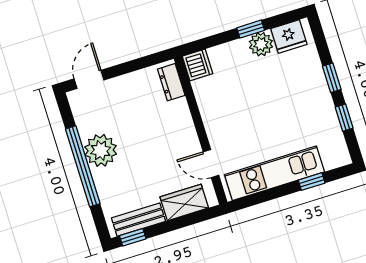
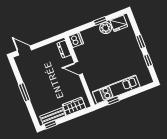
door: (89, 79) -> (24, 50), hinge flipped
plant: (101, 150) -> (32, 84), removed
door: (211, 164) -> (78, 68), moved
window: (83, 166) -> (24, 92), width x0.47
window: (312, 182) -> (113, 100), moved

